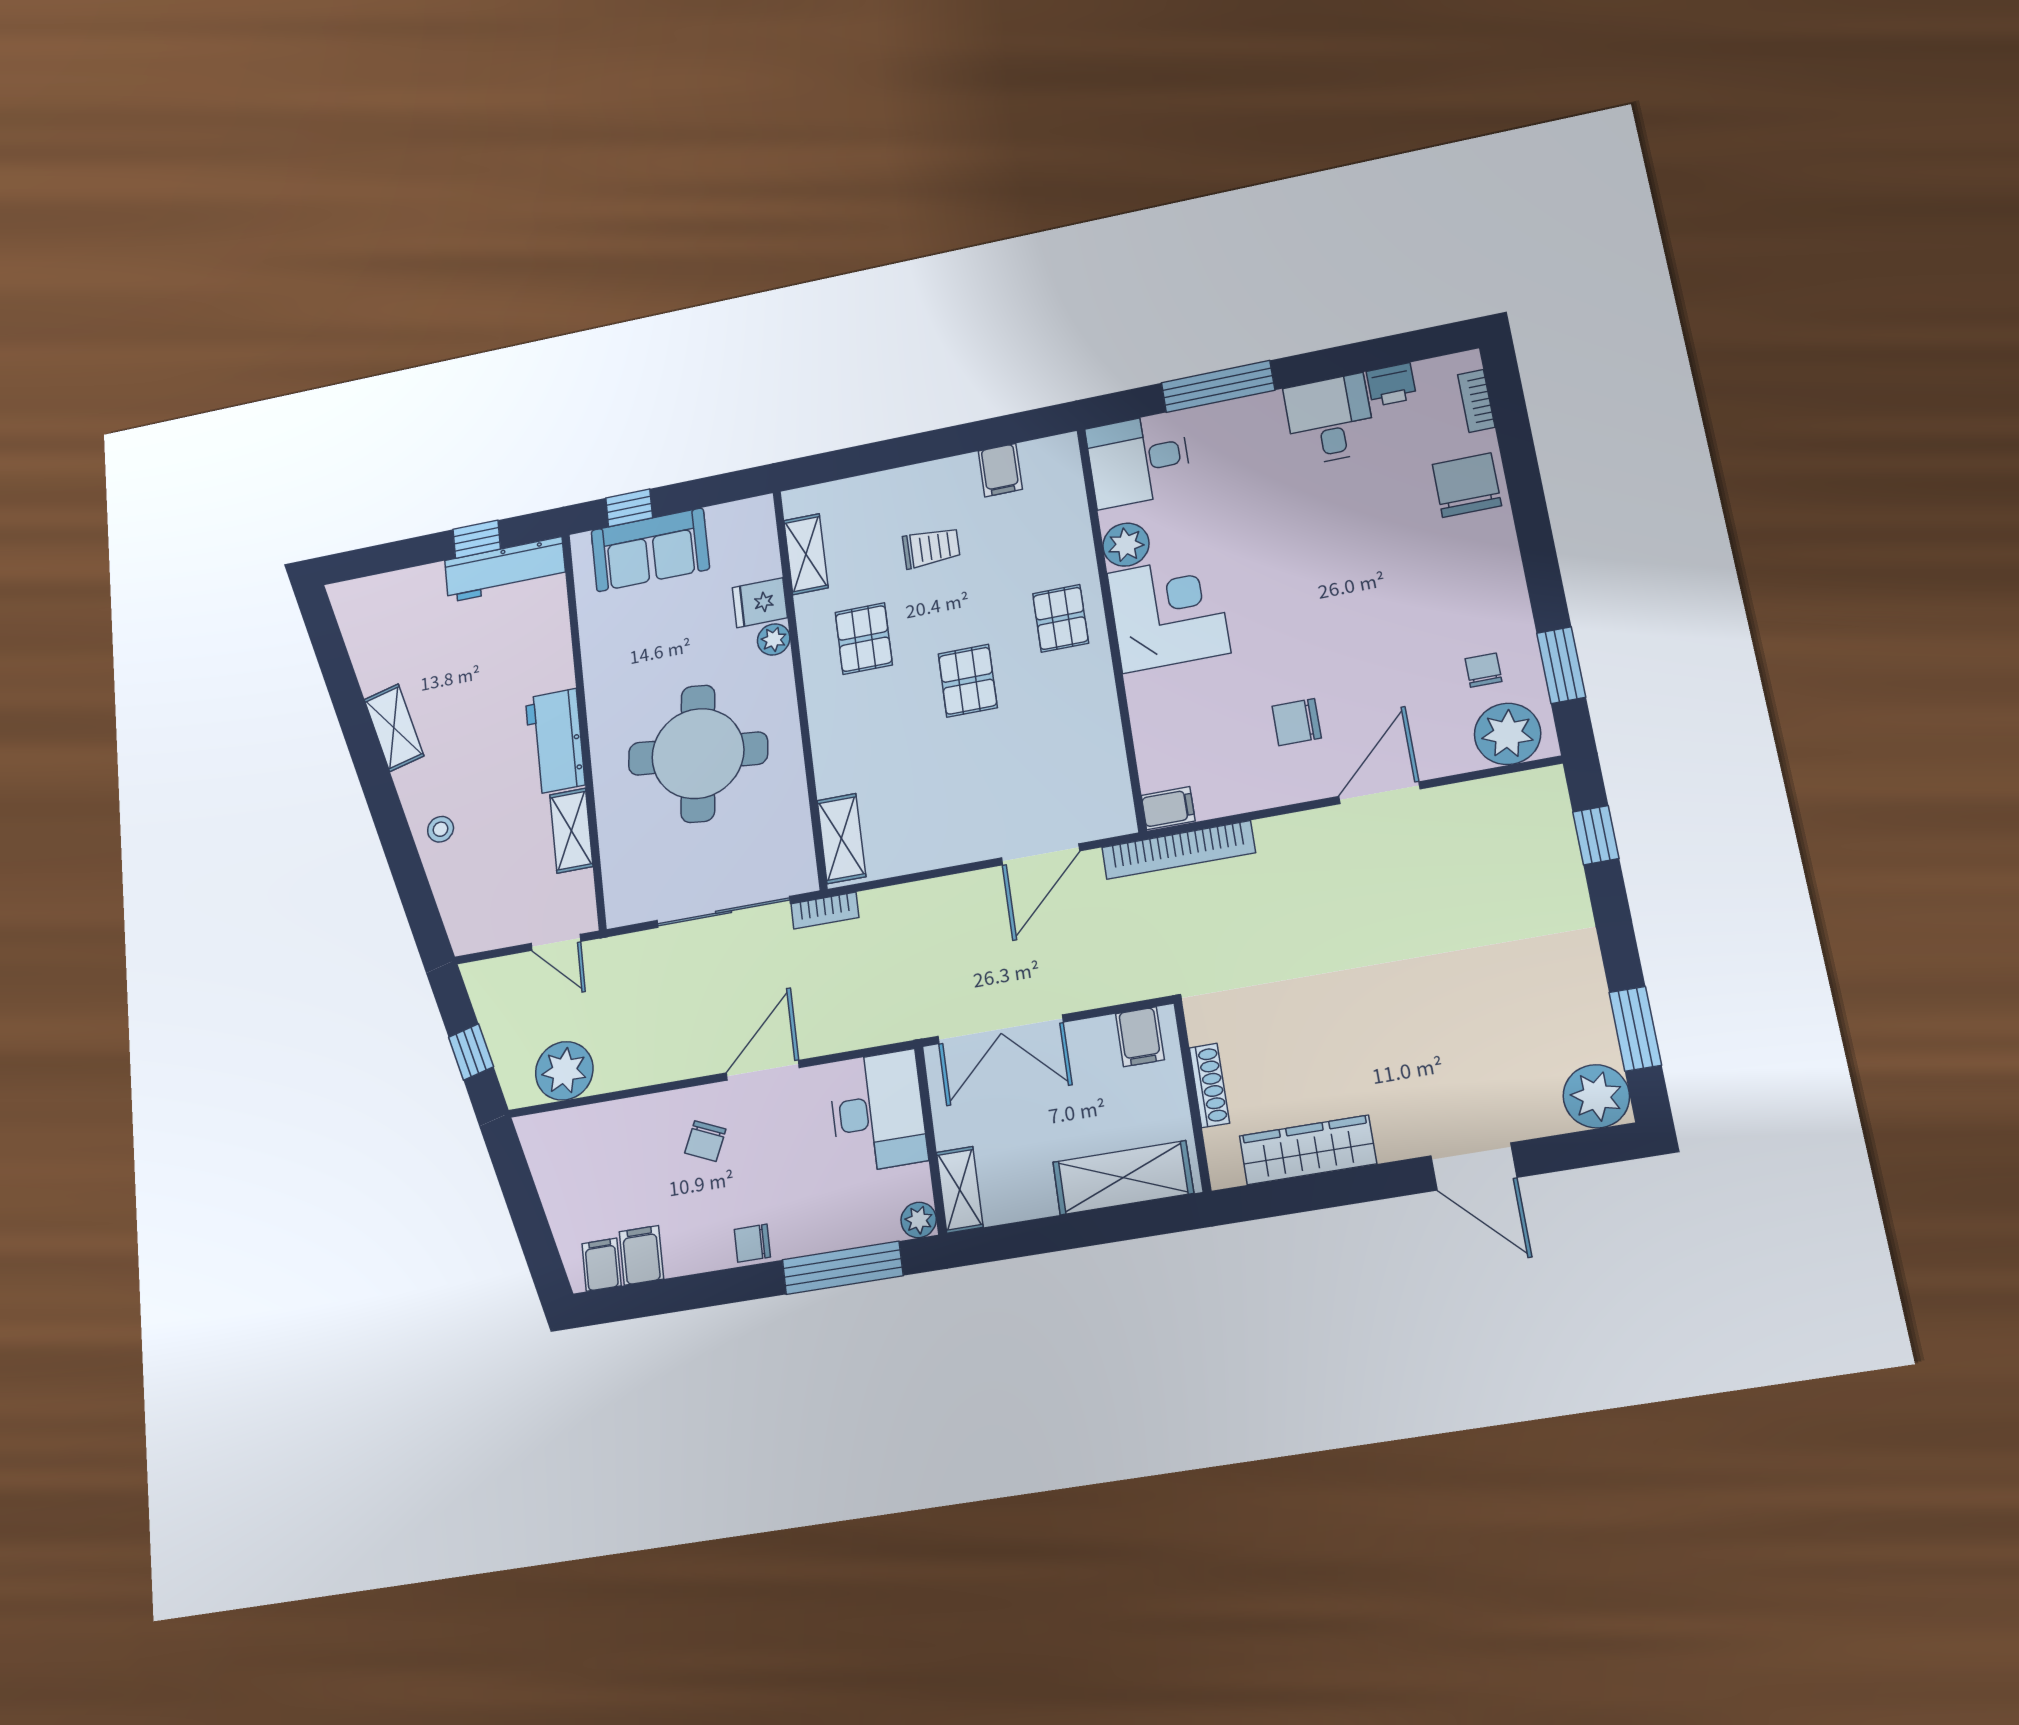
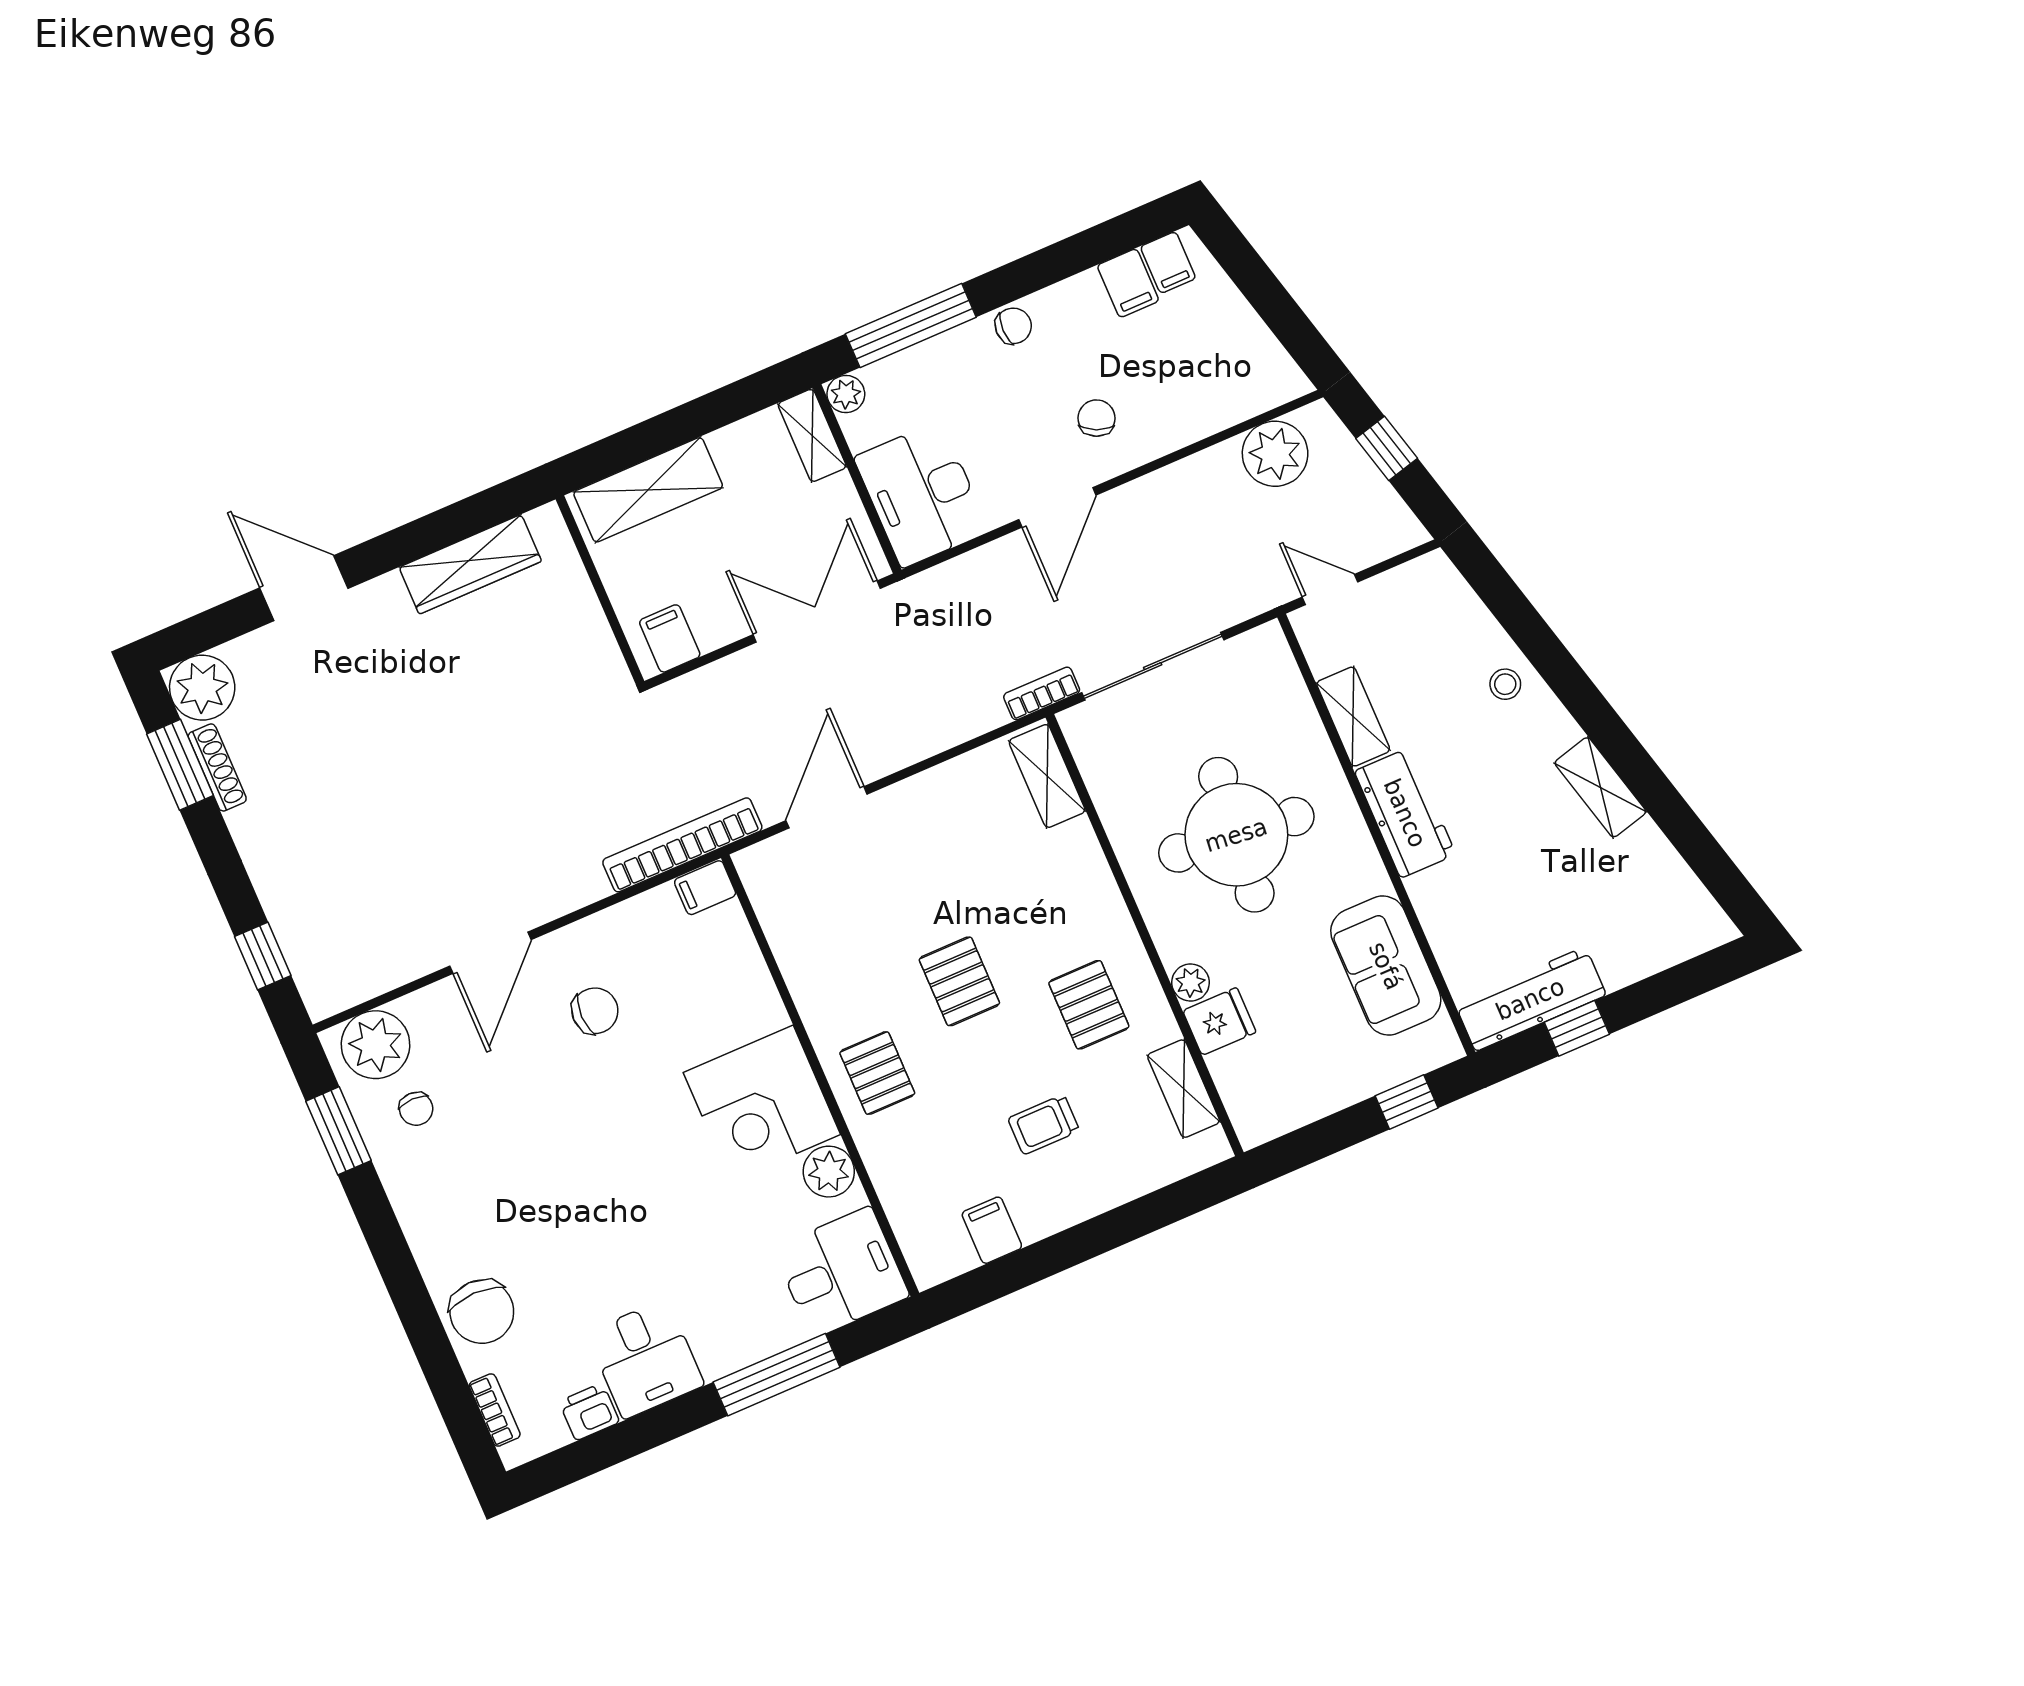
sofa: (650, 550) -> (1386, 966), moved, turned -90
shoe rack: (1209, 1085) -> (217, 767), moved, turned 180

